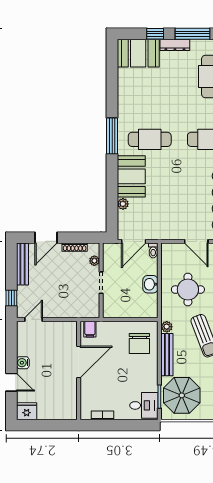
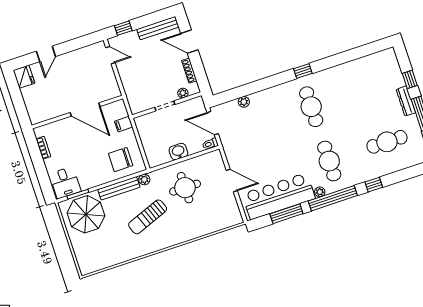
booth: (138, 53) -> (387, 70), removed
window: (112, 136) -> (303, 71), width x0.46
booth: (131, 176) -> (272, 101), removed
door: (196, 241) -> (232, 181), swing flipped
filing cabinet: (90, 329) -> (124, 124), moved
water cooler: (23, 363) -> (67, 58), removed

